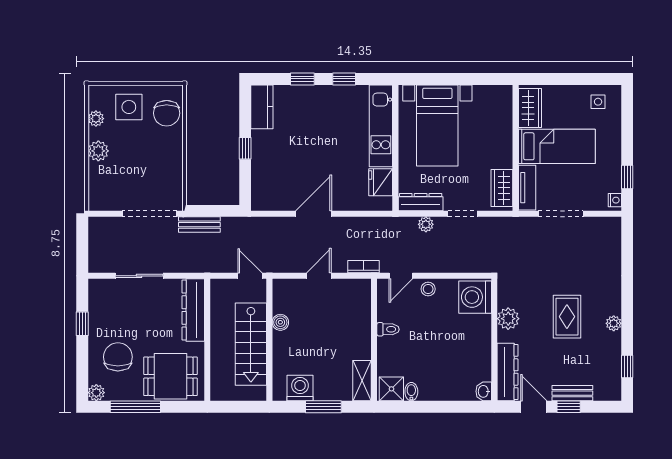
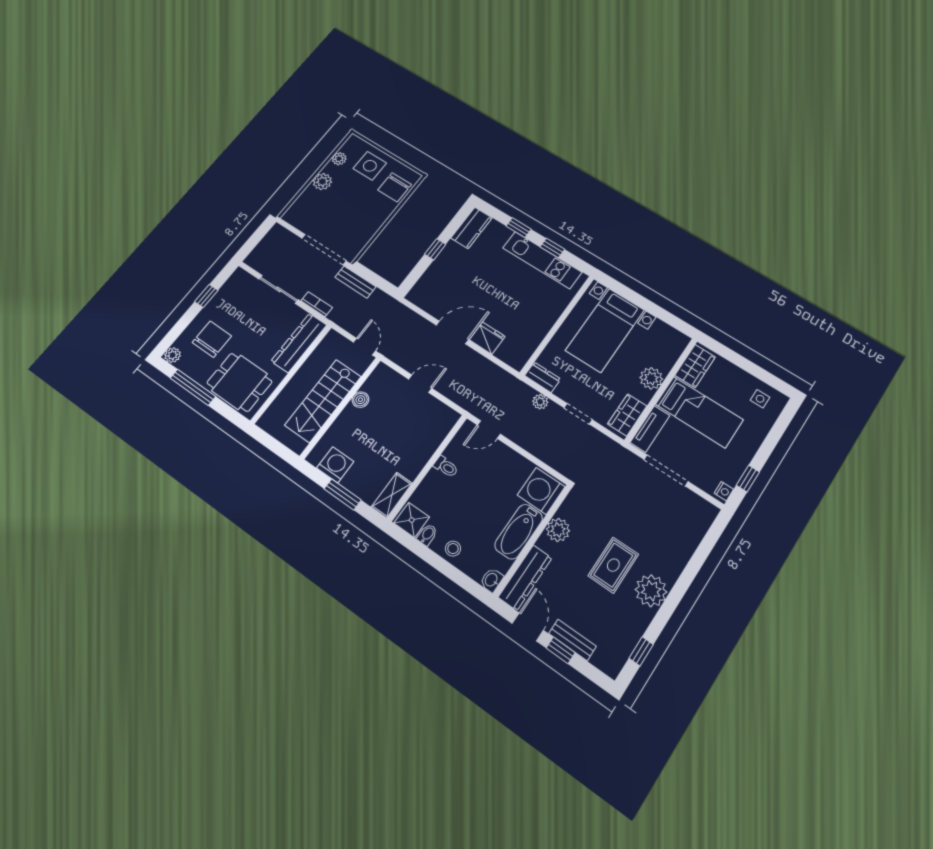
kitchen unit: (381, 126) -> (542, 260), moved, turned -90
plant: (501, 143) -> (651, 378), added
fridge: (381, 182) -> (487, 338), moved, turned 90
dresser: (421, 202) -> (543, 377), width x0.70
bookcase: (363, 267) -> (317, 304), moved
stool: (428, 289) -> (453, 549), moved
plant: (614, 323) -> (651, 591), width x1.87, depth x1.87
bathtub: (479, 341) -> (519, 532), added

